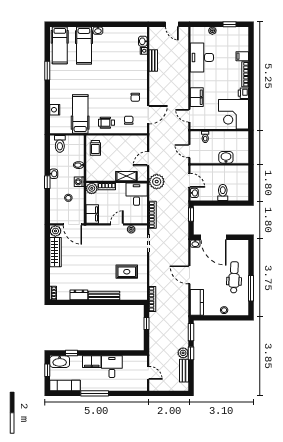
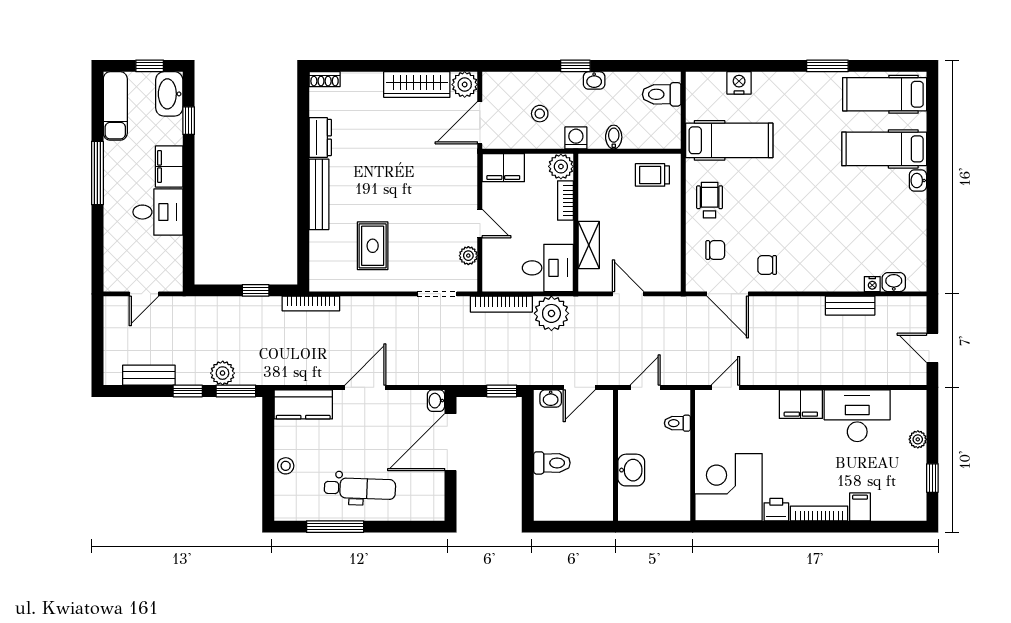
door: (172, 24) -> (932, 348), hinge flipped
filing cabinet: (197, 97) -> (801, 404), moved
plant: (157, 182) -> (551, 313), moved
plant: (183, 353) -> (223, 373), moved

